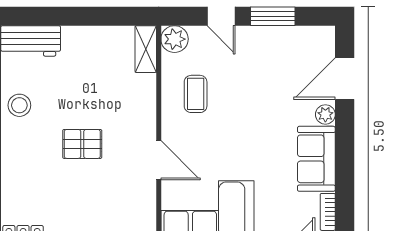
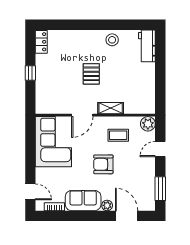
window: (273, 16) -> (160, 189), moved
shelving: (146, 49) -> (111, 108), moved
armchair: (249, 122) -> (103, 164), added

